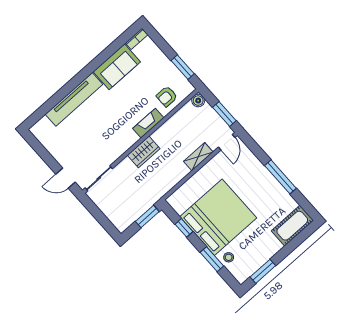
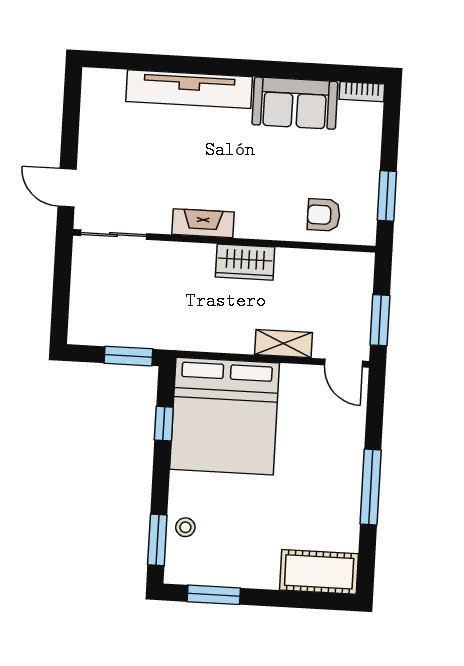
boiler: (198, 101) -> (362, 265), removed
fireplace: (148, 123) -> (203, 223), moved
door: (227, 142) -> (344, 363), hinge flipped
wardrobe: (144, 152) -> (245, 262), moved
bed: (218, 217) -> (225, 416), moved, turned 90
window: (212, 259) -> (157, 540), moved

